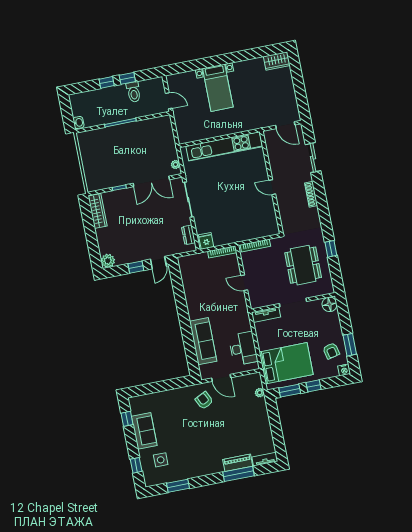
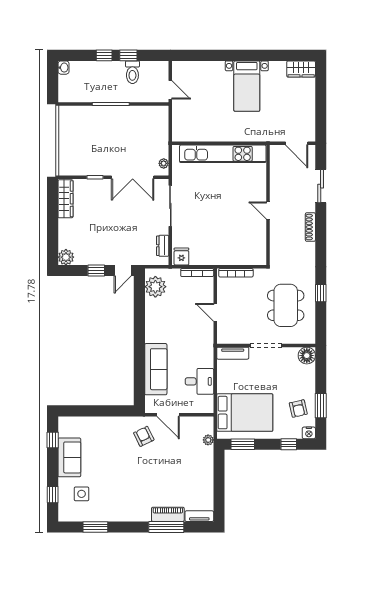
bed with nightstands: (218, 88) -> (247, 86), moved
washbasin: (79, 122) -> (63, 68), moved
plant: (189, 271) -> (155, 287), added
desk: (243, 348) -> (199, 381), width x0.73
window: (314, 386) -> (289, 444), moved

